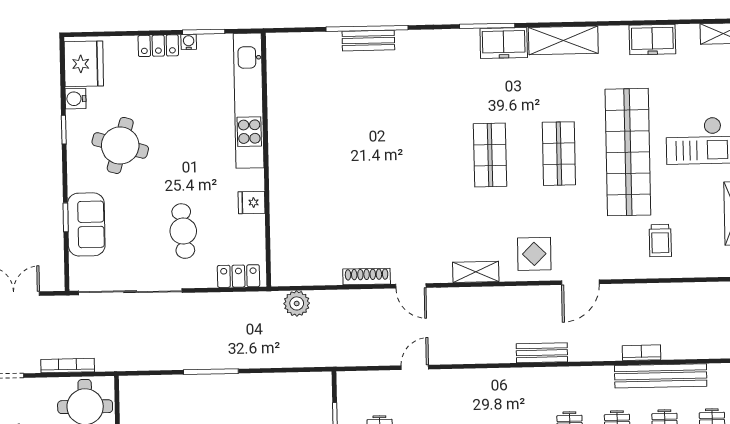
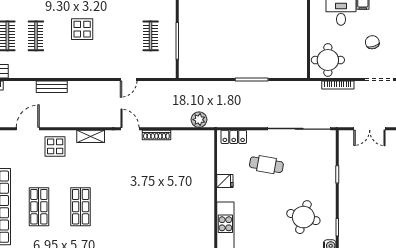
sofa: (86, 224) -> (325, 170), removed
cafe table: (183, 231) -> (266, 165), turned -75

